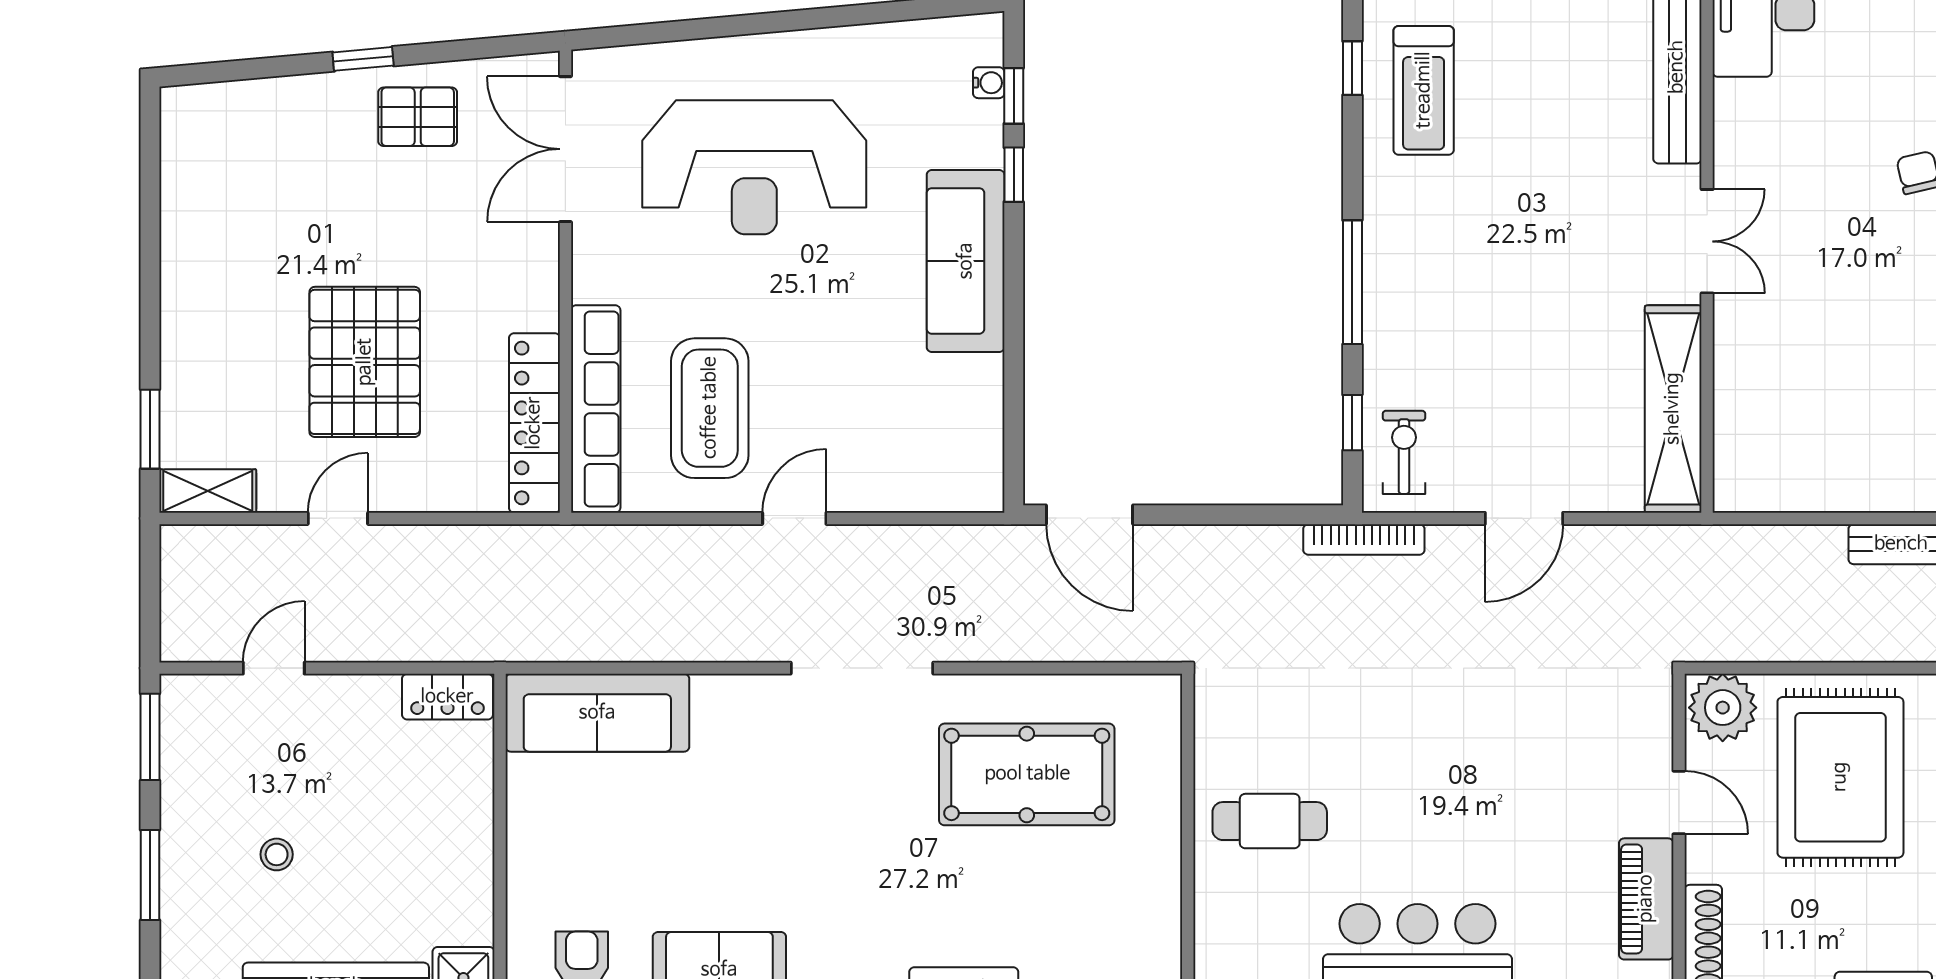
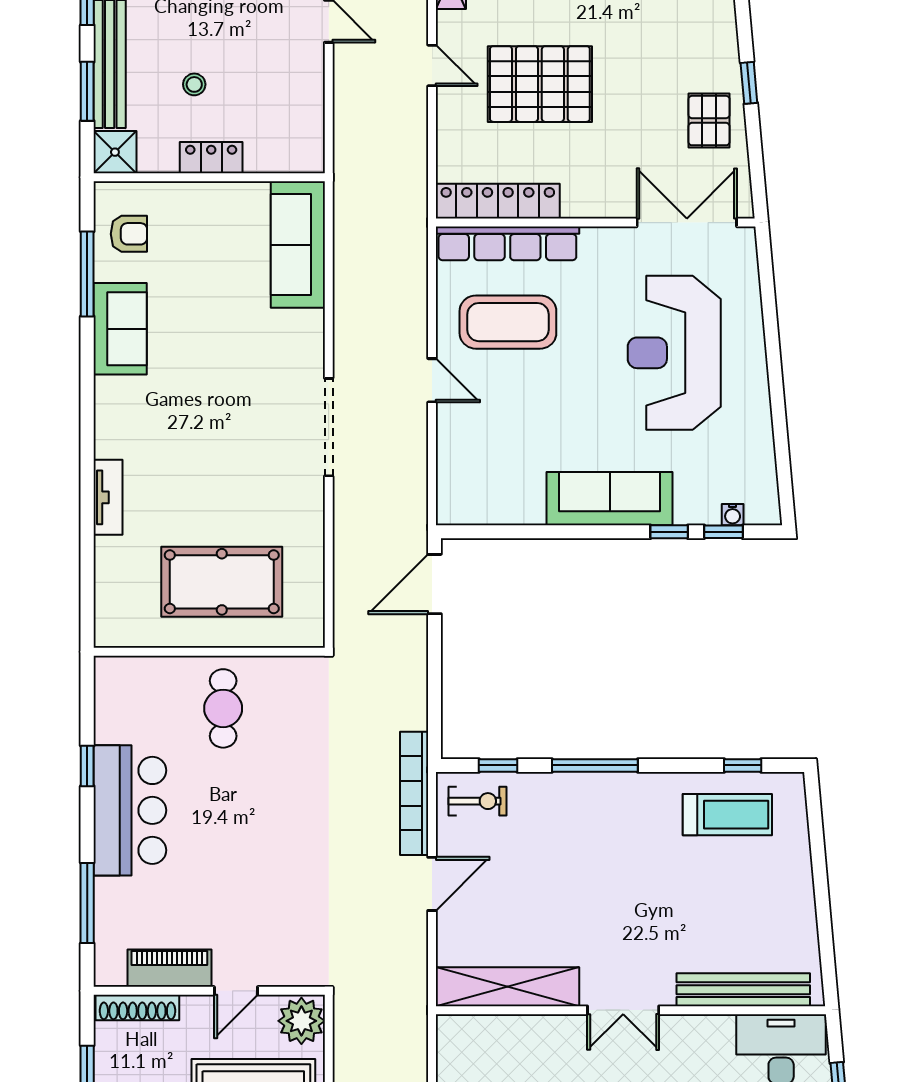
treadmill: (1424, 90) -> (727, 815), turned 180
door: (1524, 518) -> (432, 884), swing flipped
bookcase: (1364, 540) -> (414, 793), width x1.48, depth x1.31
locker: (447, 697) -> (211, 158), moved, turned 90
pool table: (1027, 774) -> (222, 582), moved, turned 90
stool: (277, 854) -> (194, 84), moved

